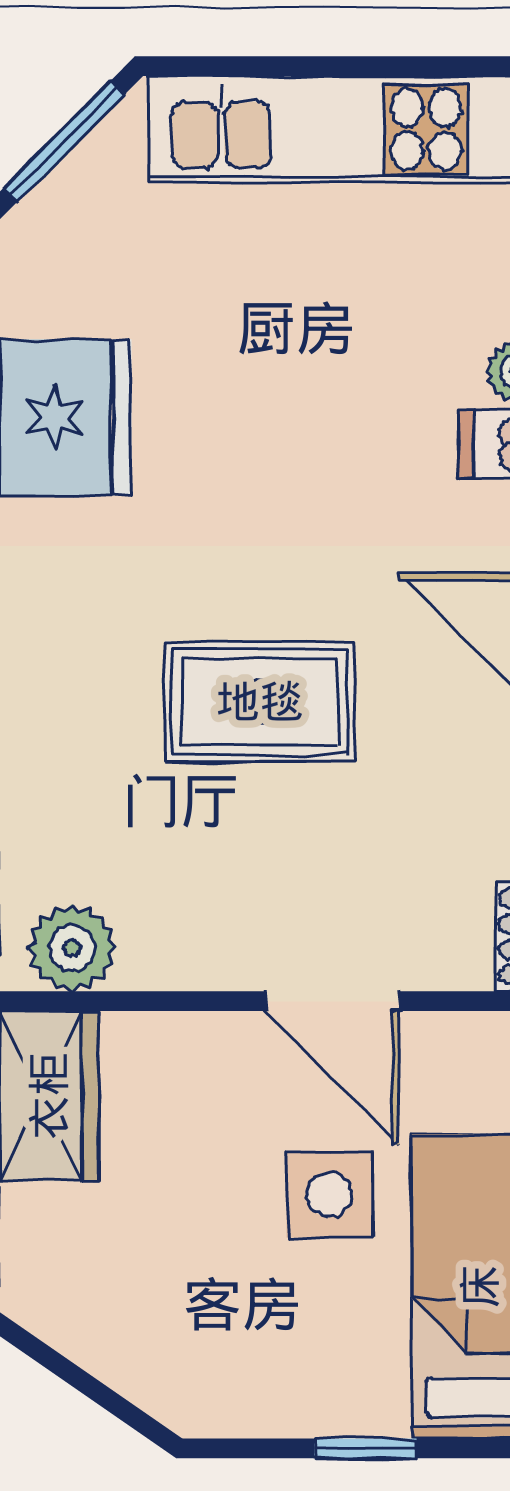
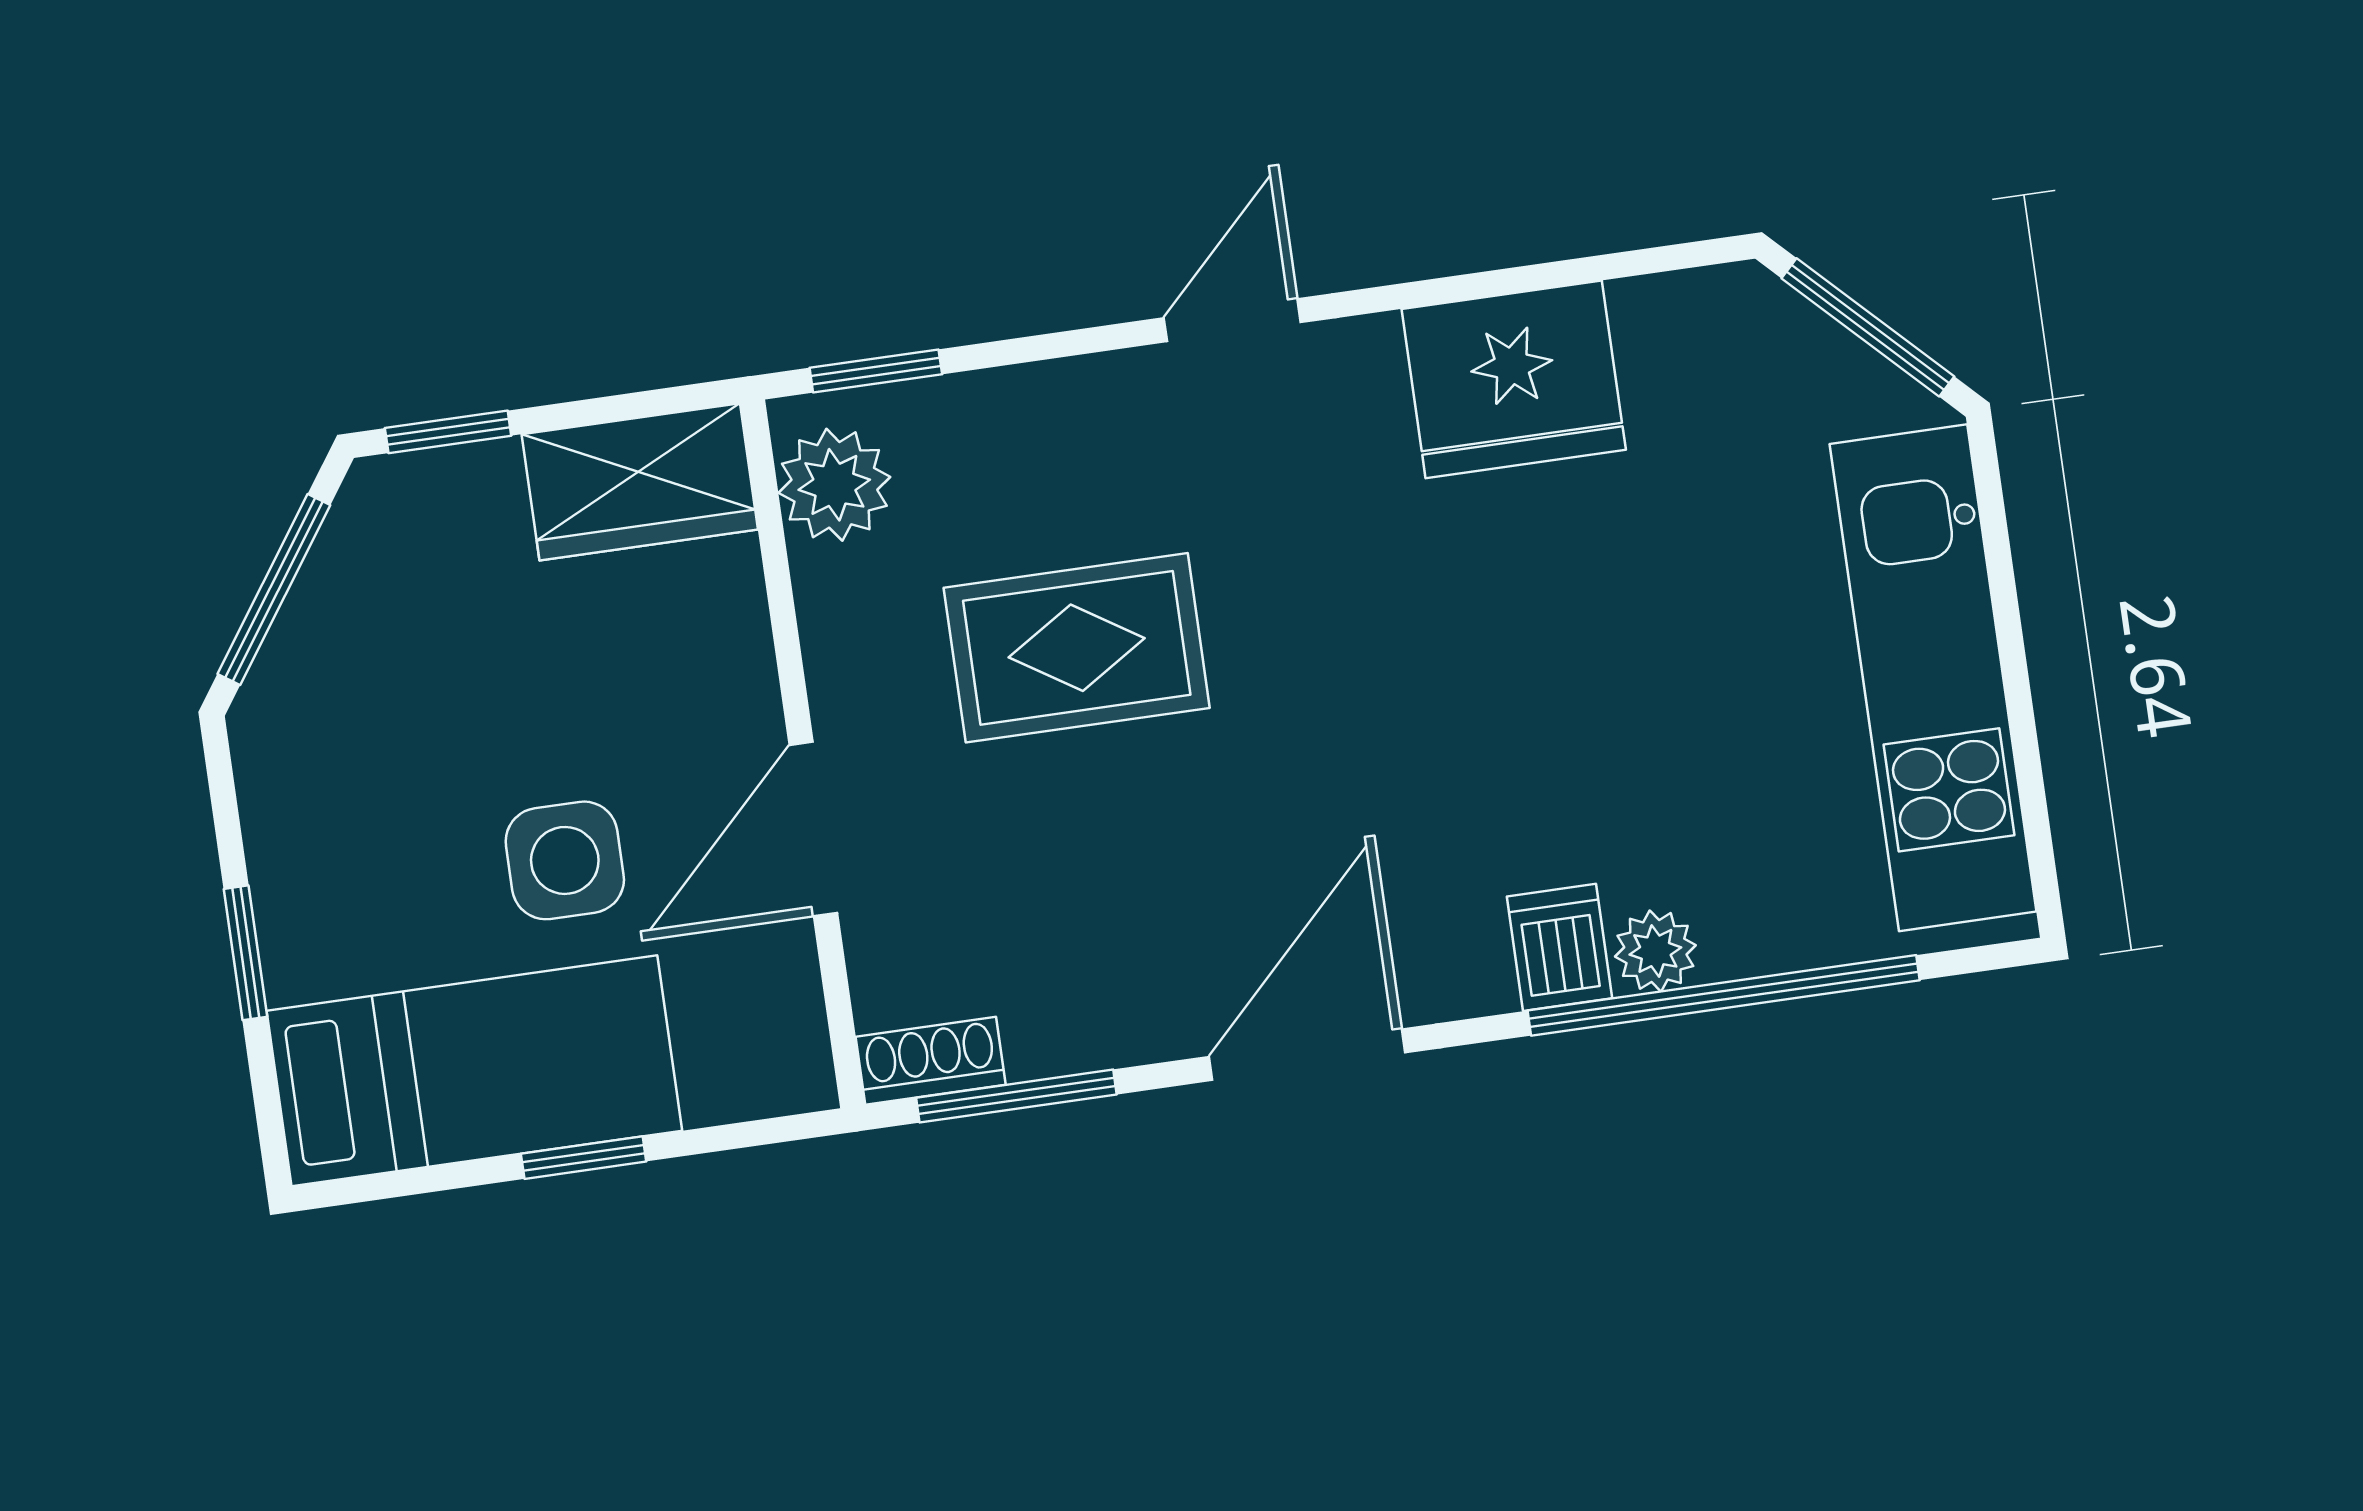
rug: (260, 702) -> (1077, 648), moved, turned 90
window: (91, 1387) -> (274, 590), added

